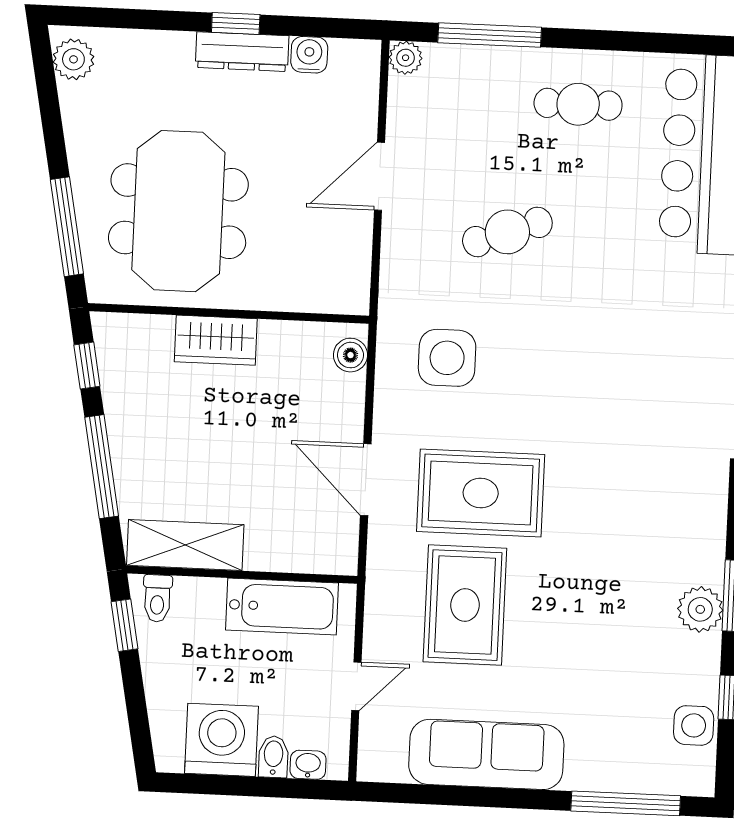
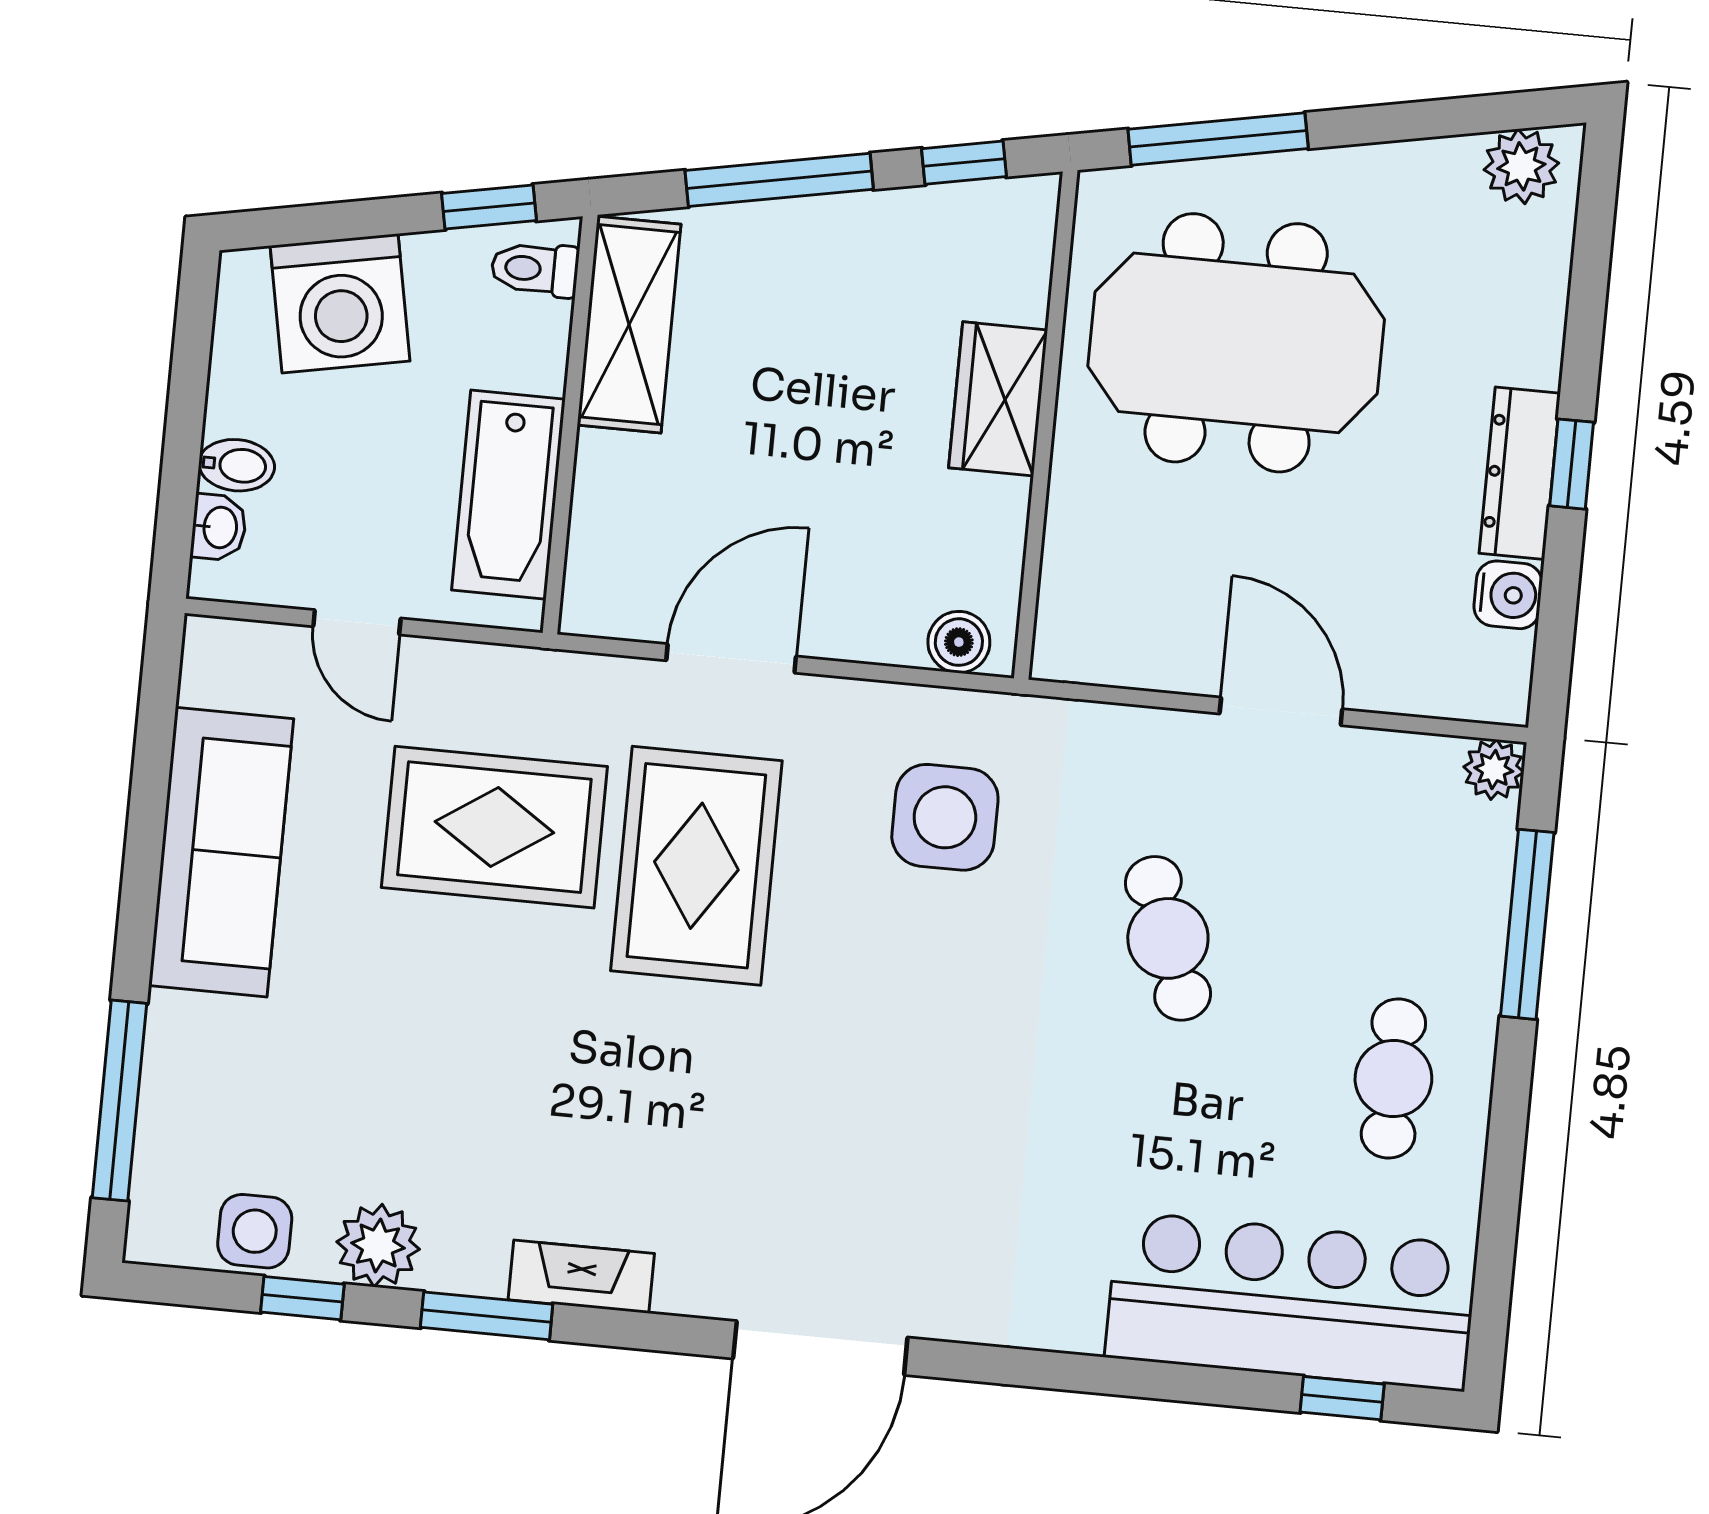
fireplace: (710, 545) -> (581, 1277), added
plant: (700, 609) -> (378, 1245), moved
washing machine: (222, 740) -> (340, 303), moved, turned 79

